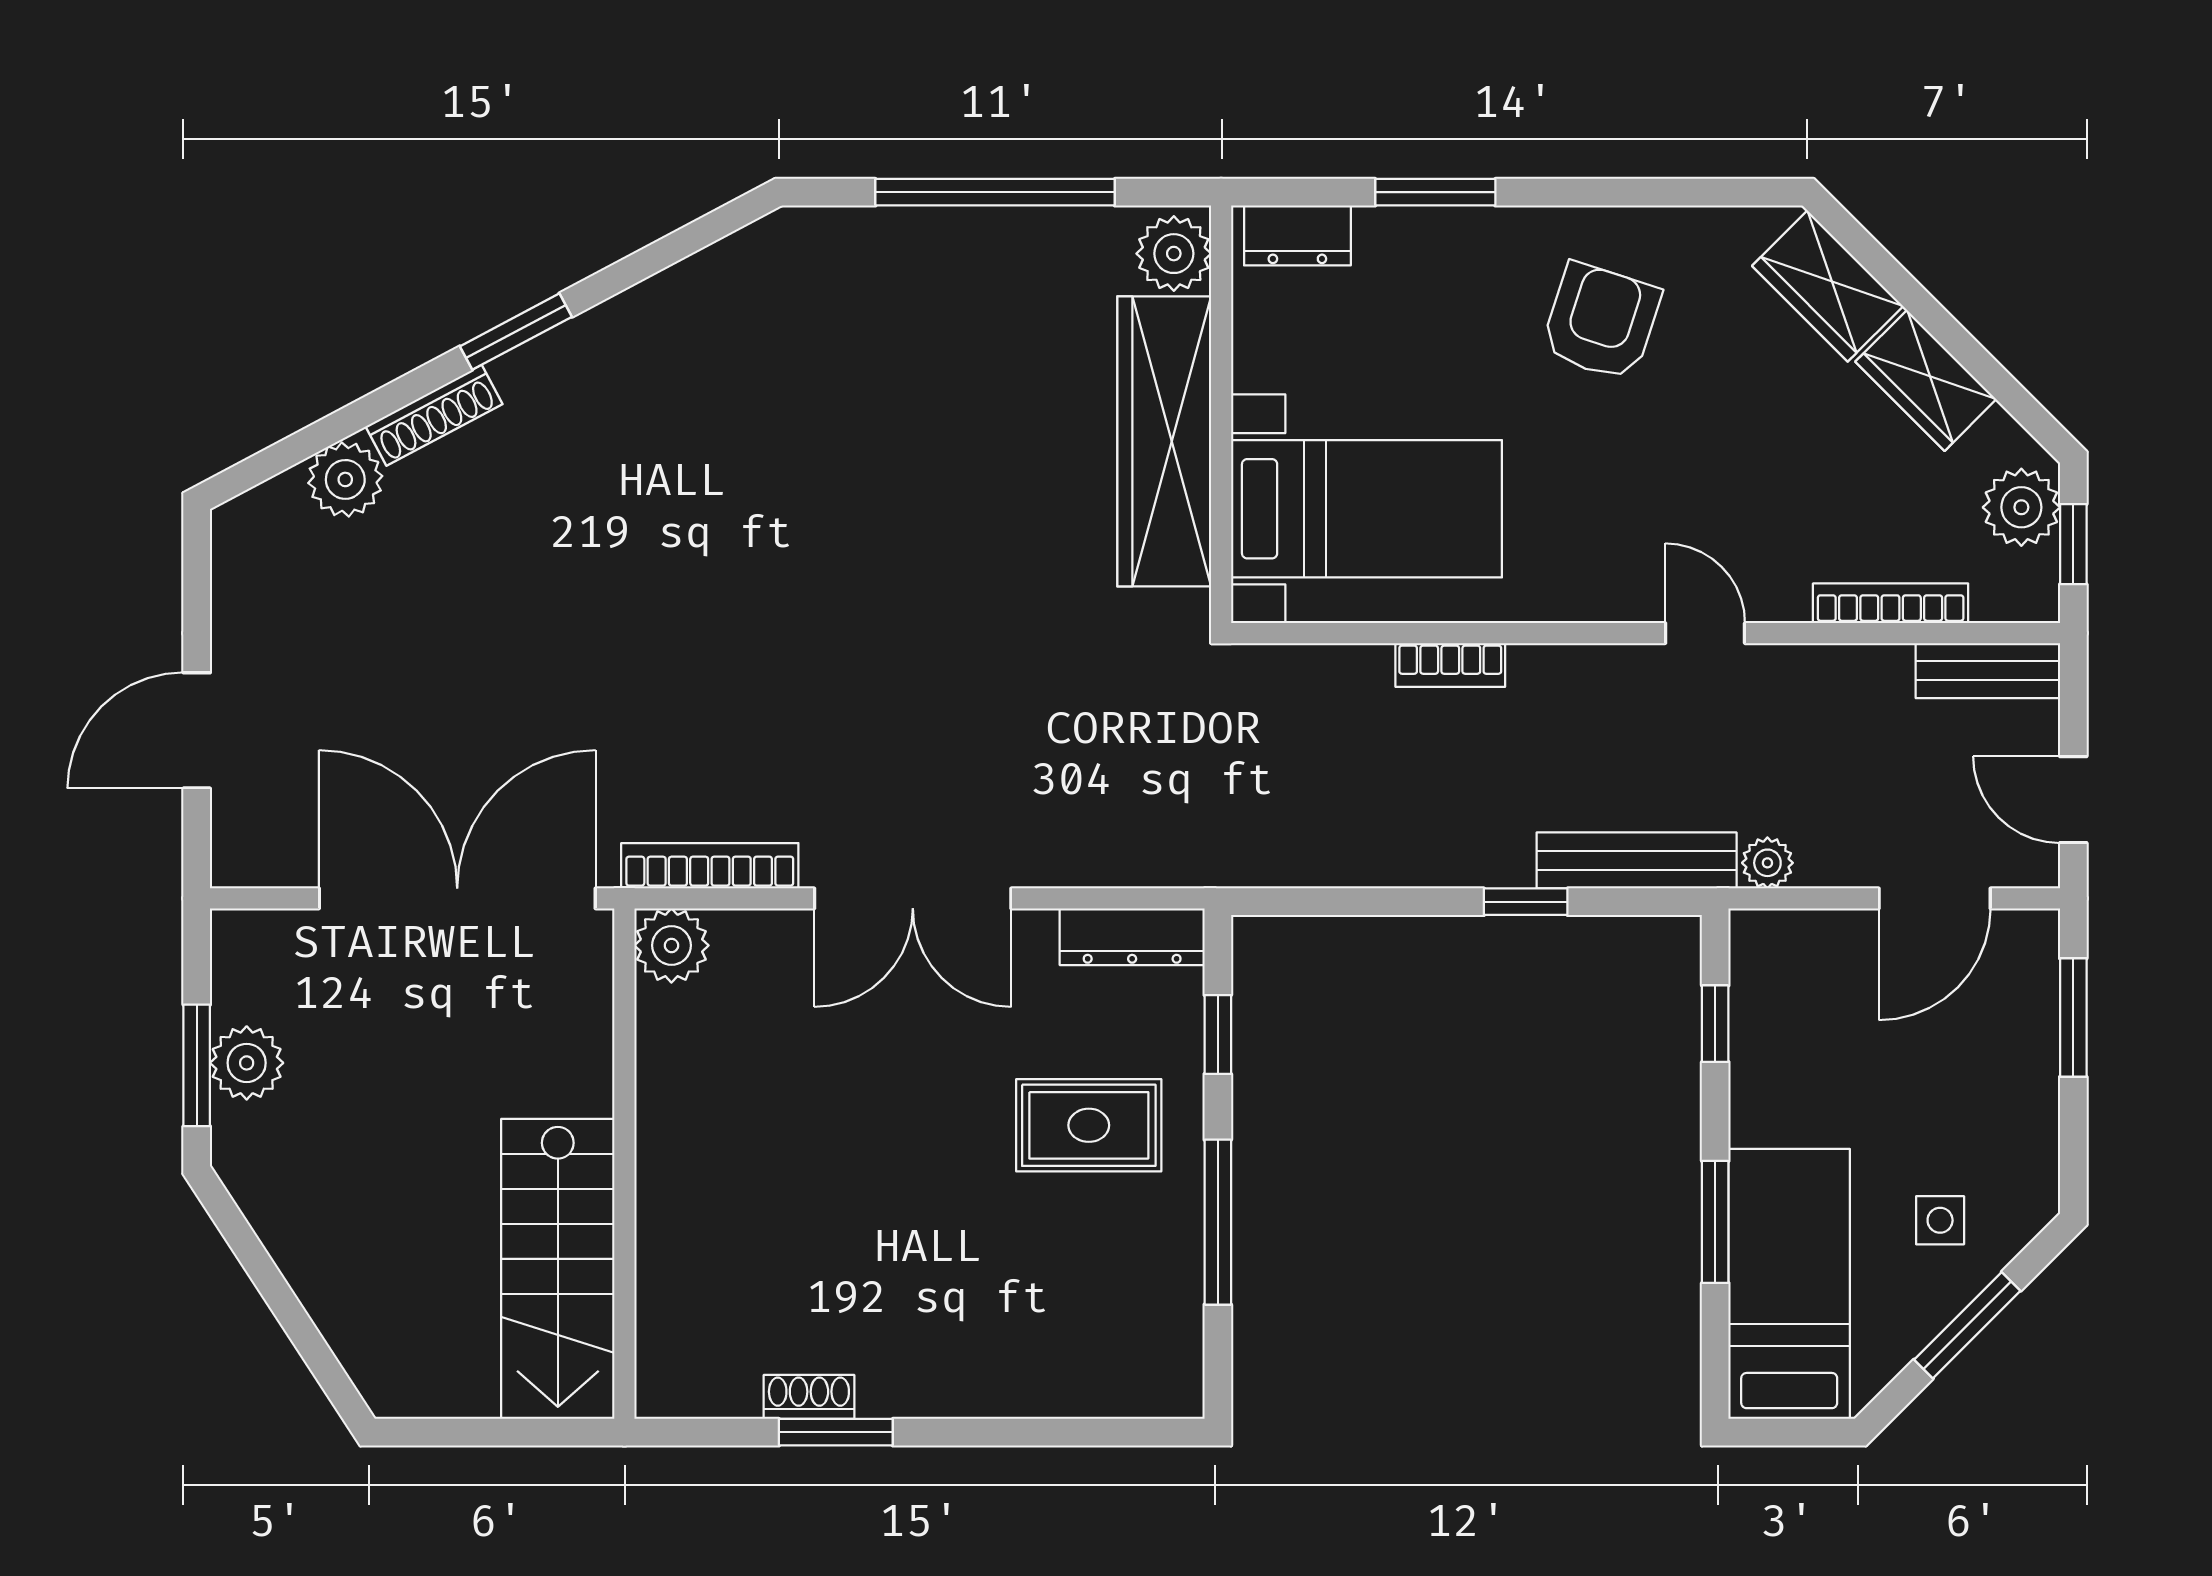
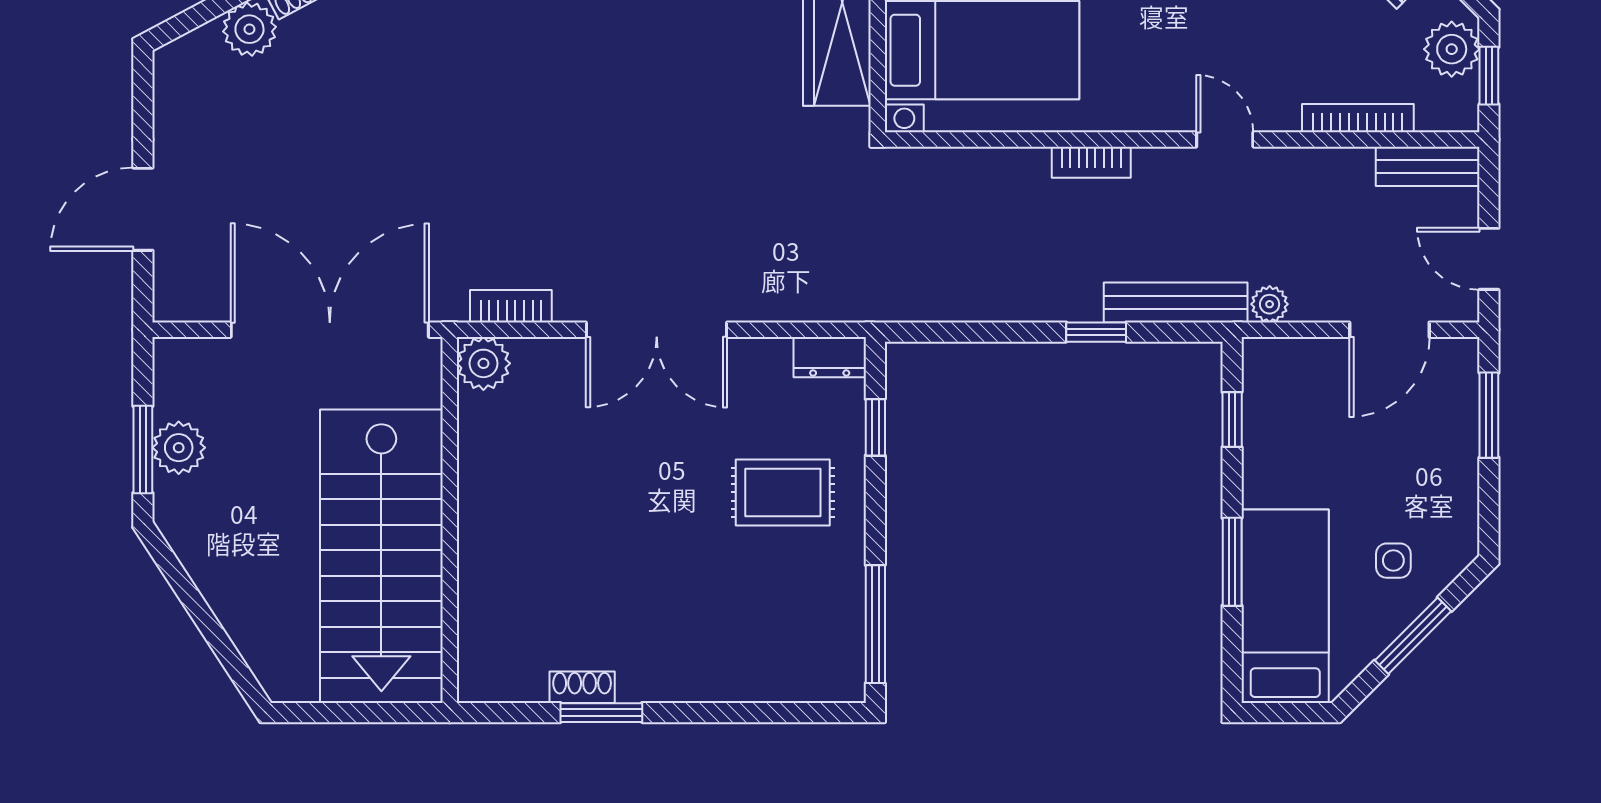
bookcase: (1450, 665) -> (1091, 162), moved
bookcase: (710, 866) -> (511, 306), width x0.64
dresser: (1132, 937) -> (830, 357), width x0.70
window: (1218, 1222) -> (875, 624), moved
stairs: (558, 1269) -> (381, 556), width x1.36, depth x1.51

